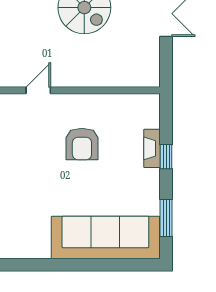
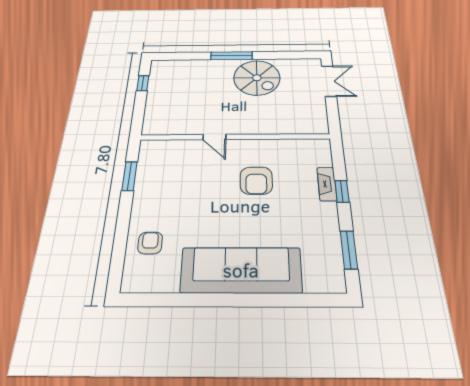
door: (38, 90) -> (214, 137), swing flipped
sofa: (105, 238) -> (241, 270), moved

